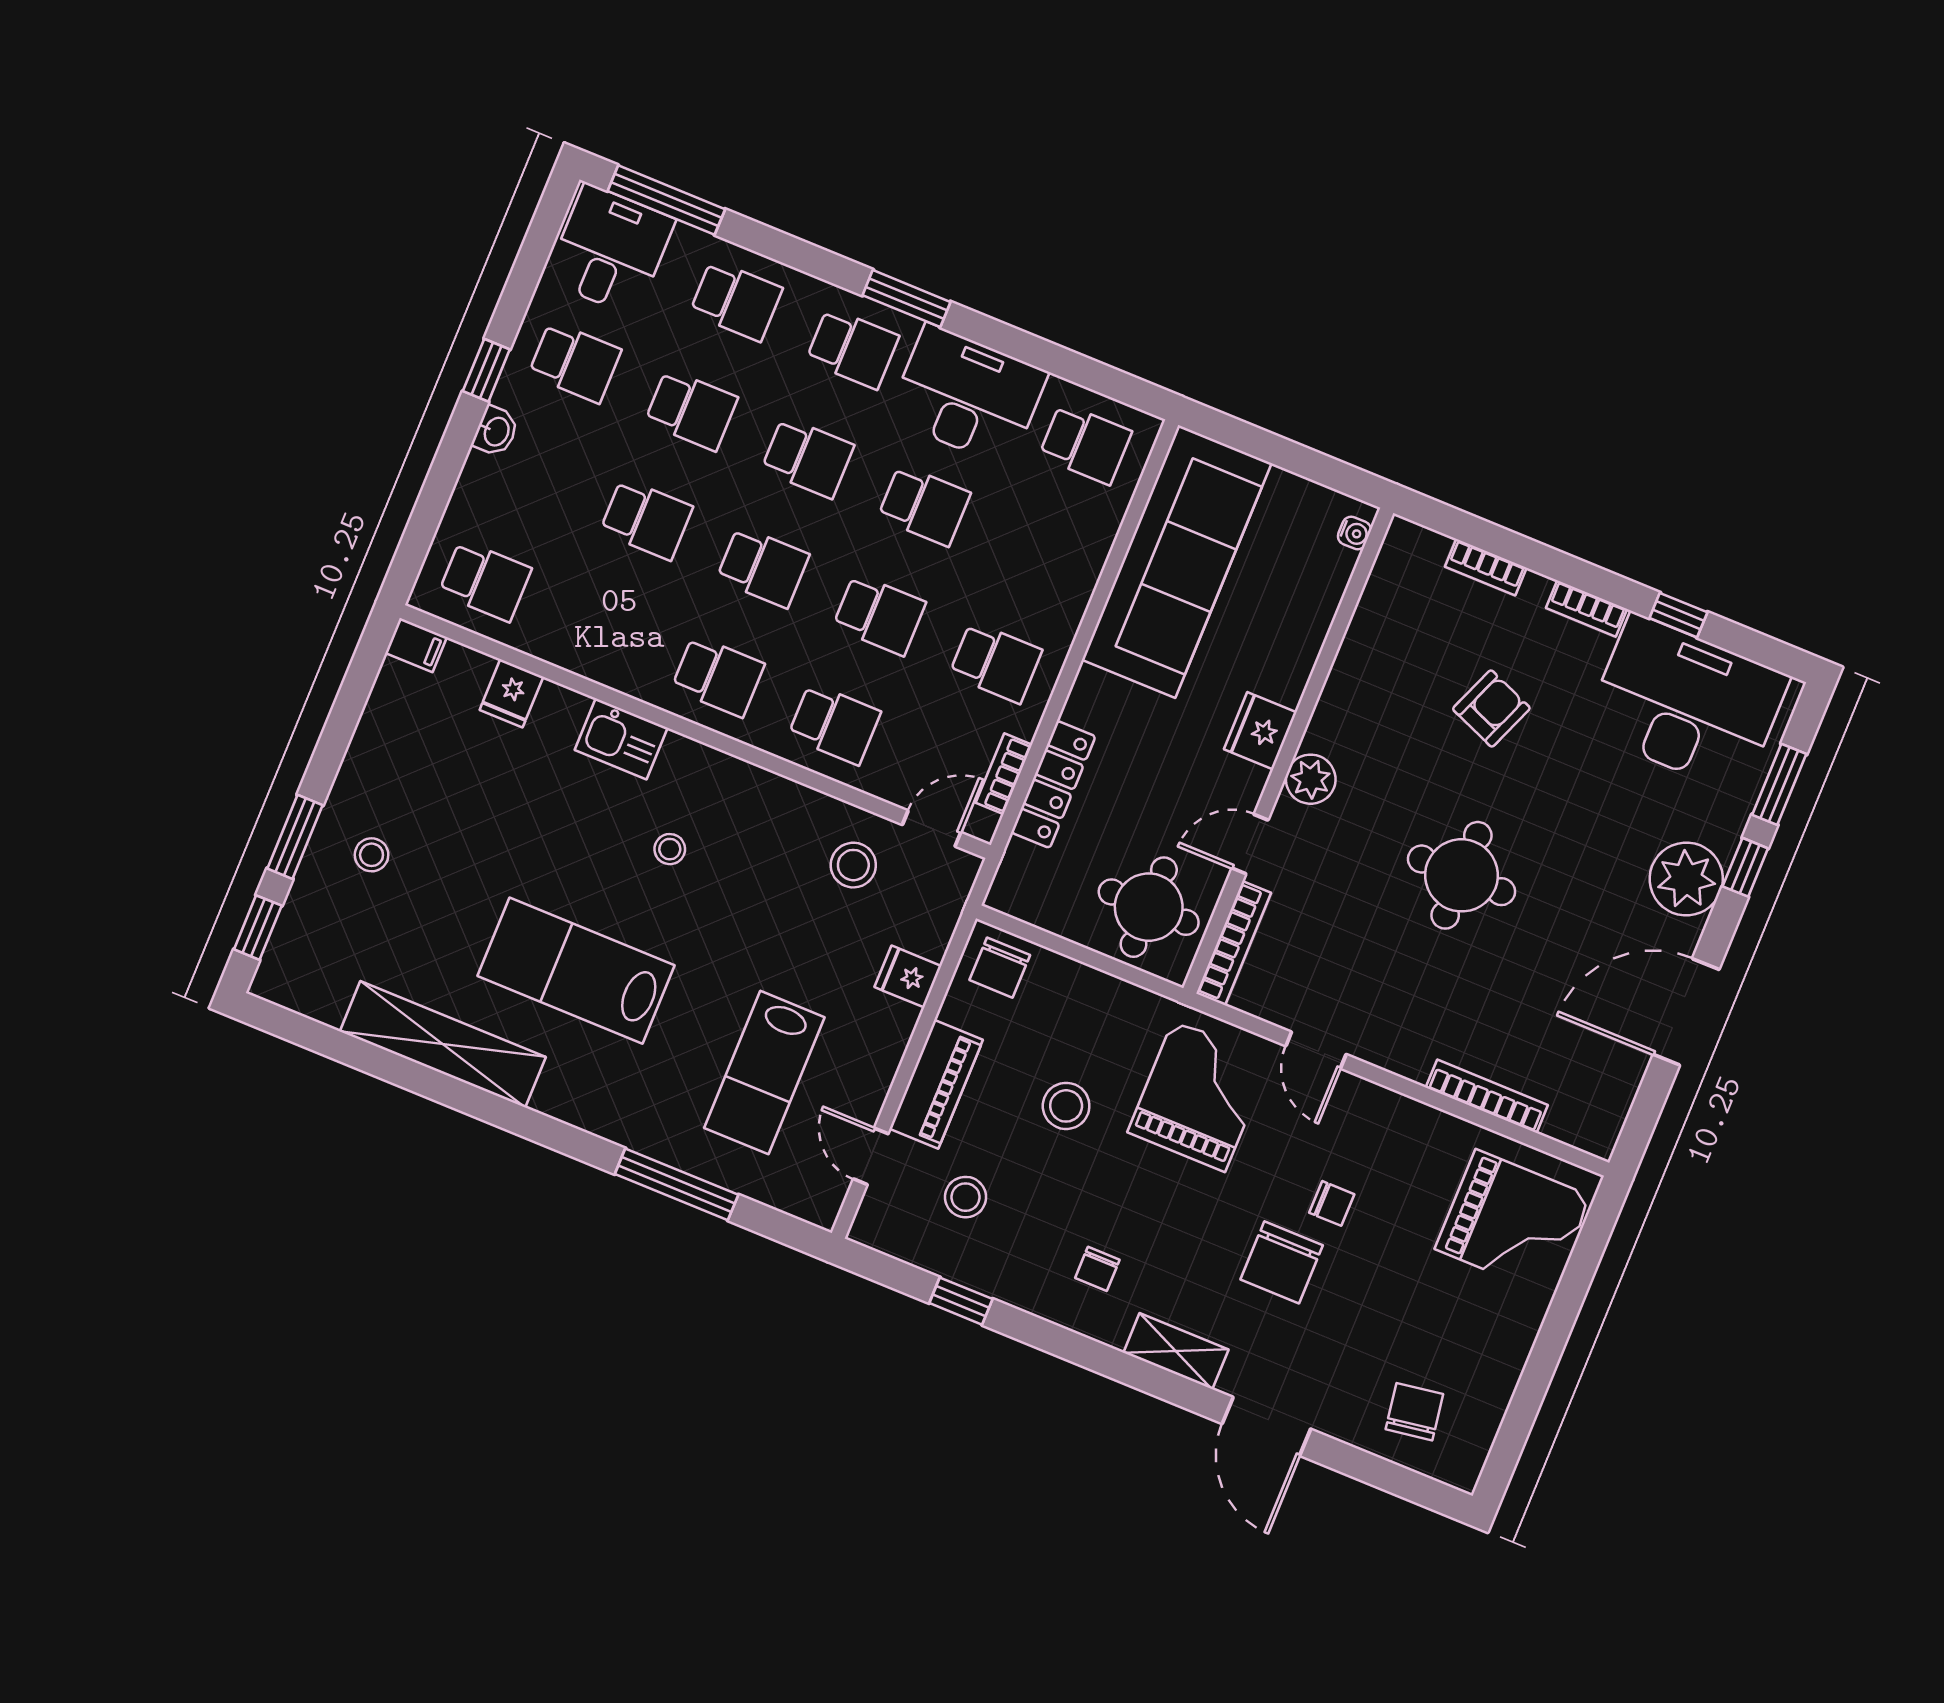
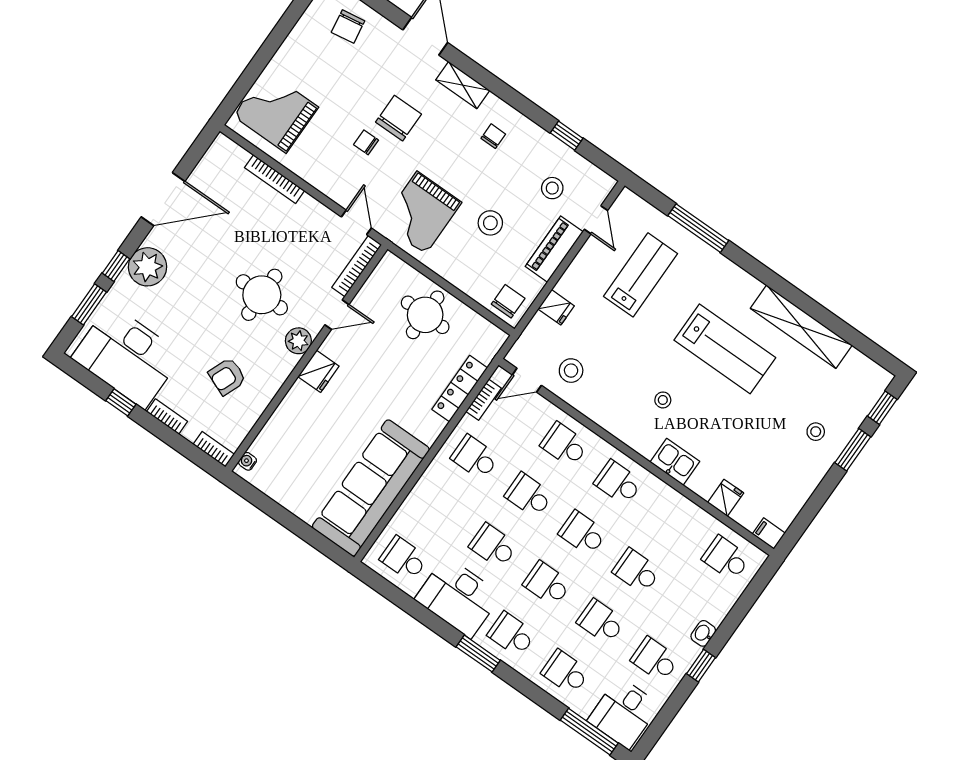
water cooler: (1354, 533) -> (247, 461), moved
fridge: (1260, 731) -> (318, 371), moved
wall: (1288, 751) -> (306, 358), moved
plant: (1311, 779) -> (298, 341), moved
door: (1250, 844) -> (337, 315), moved
bookcase: (1234, 943) -> (357, 266), moved

